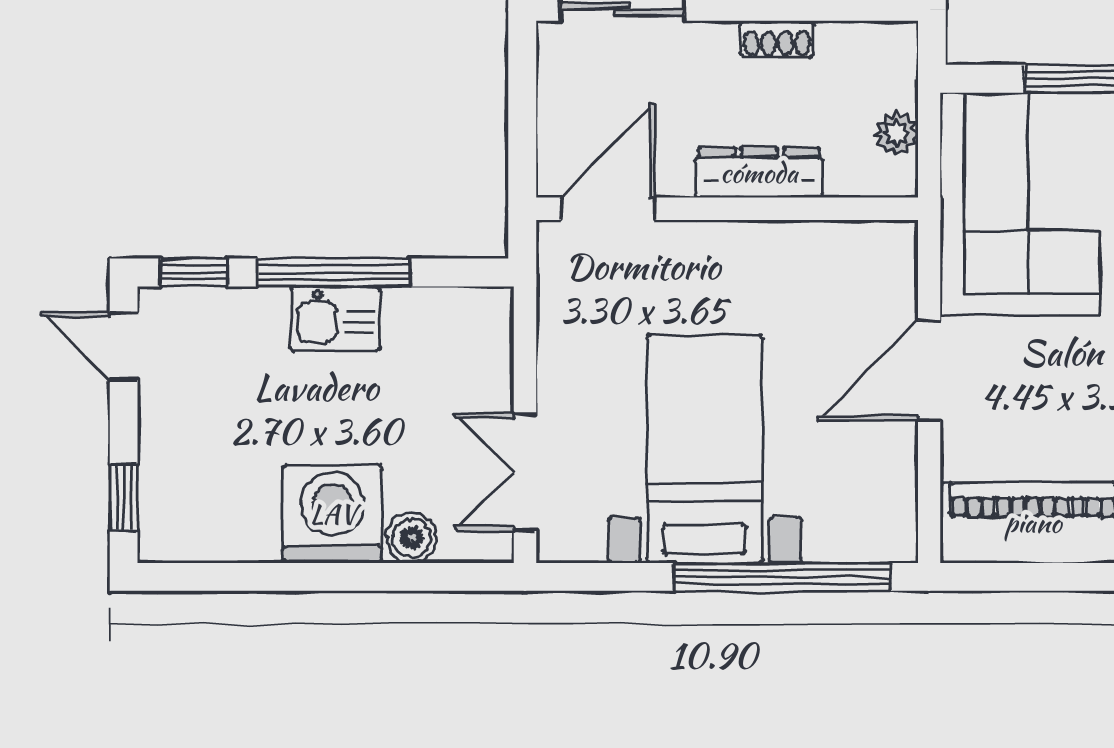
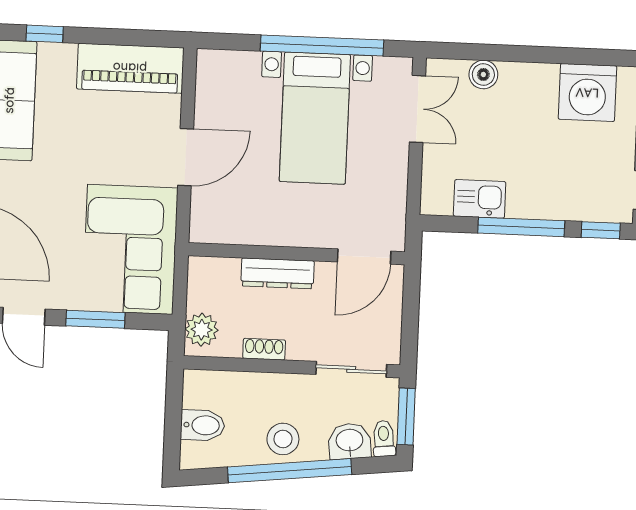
plant: (896, 134) -> (202, 330), moved, width x1.38, depth x1.38
kitchen sink: (335, 319) -> (480, 199), moved
washing machine: (333, 514) -> (587, 93), moved
window: (782, 577) -> (322, 45), moved

